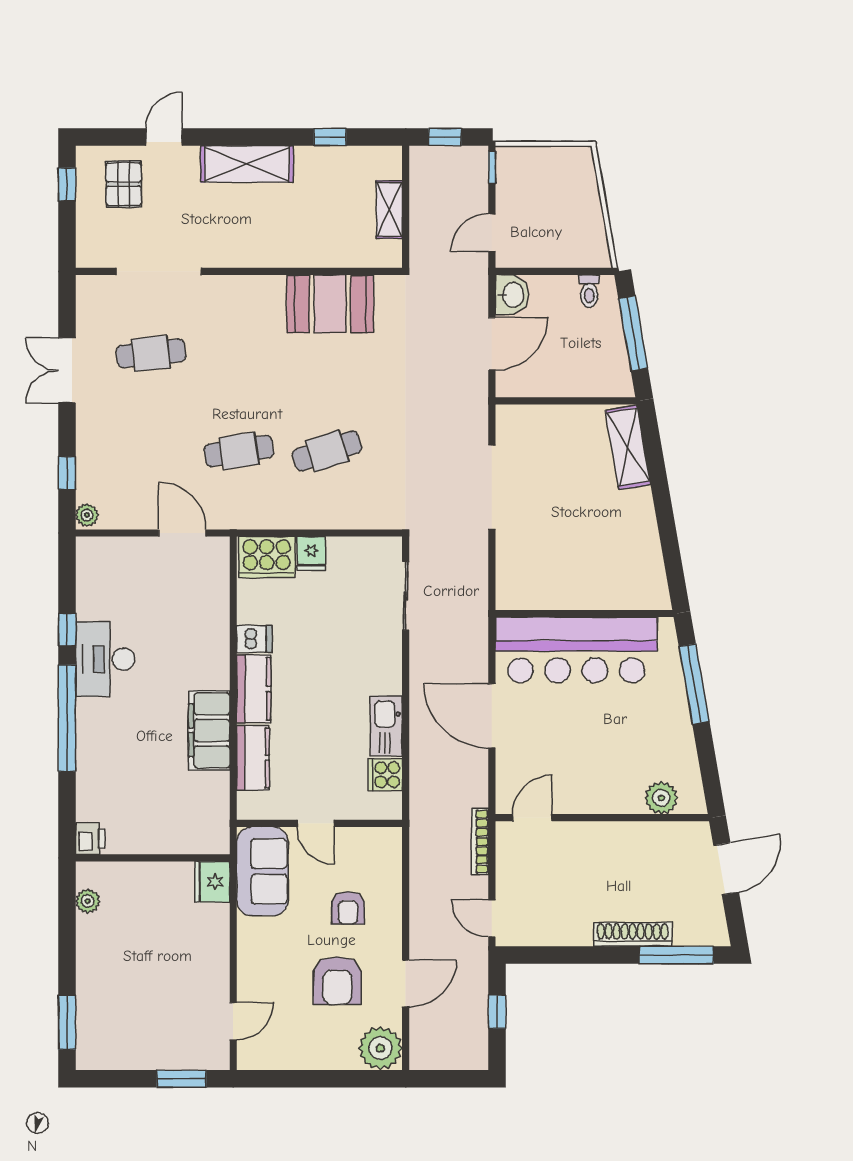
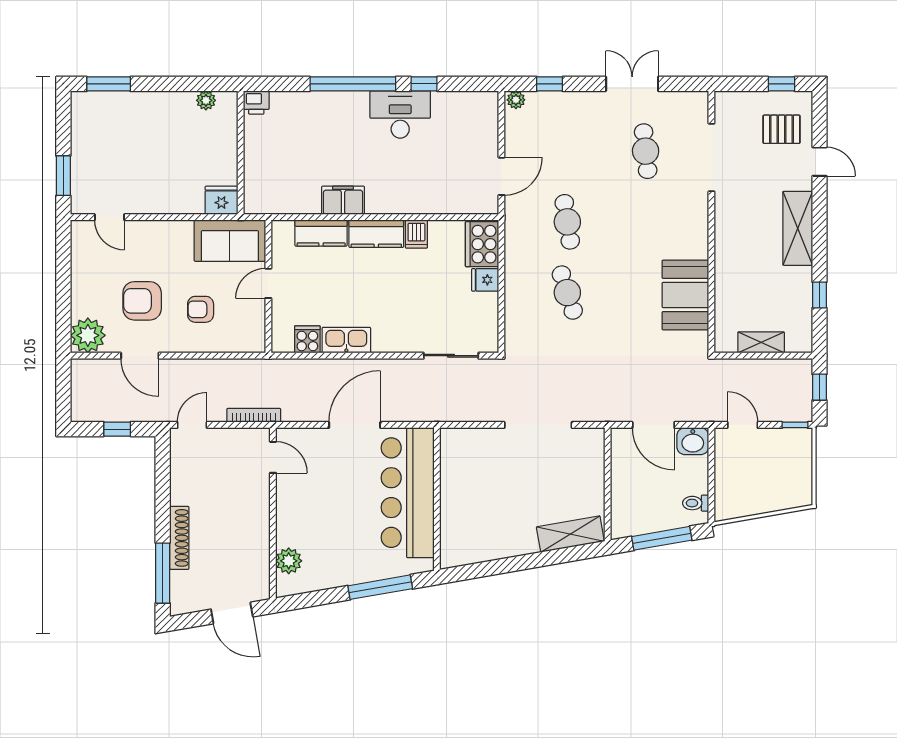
filing cabinet: (209, 730) -> (343, 200), width x0.67, depth x0.86

